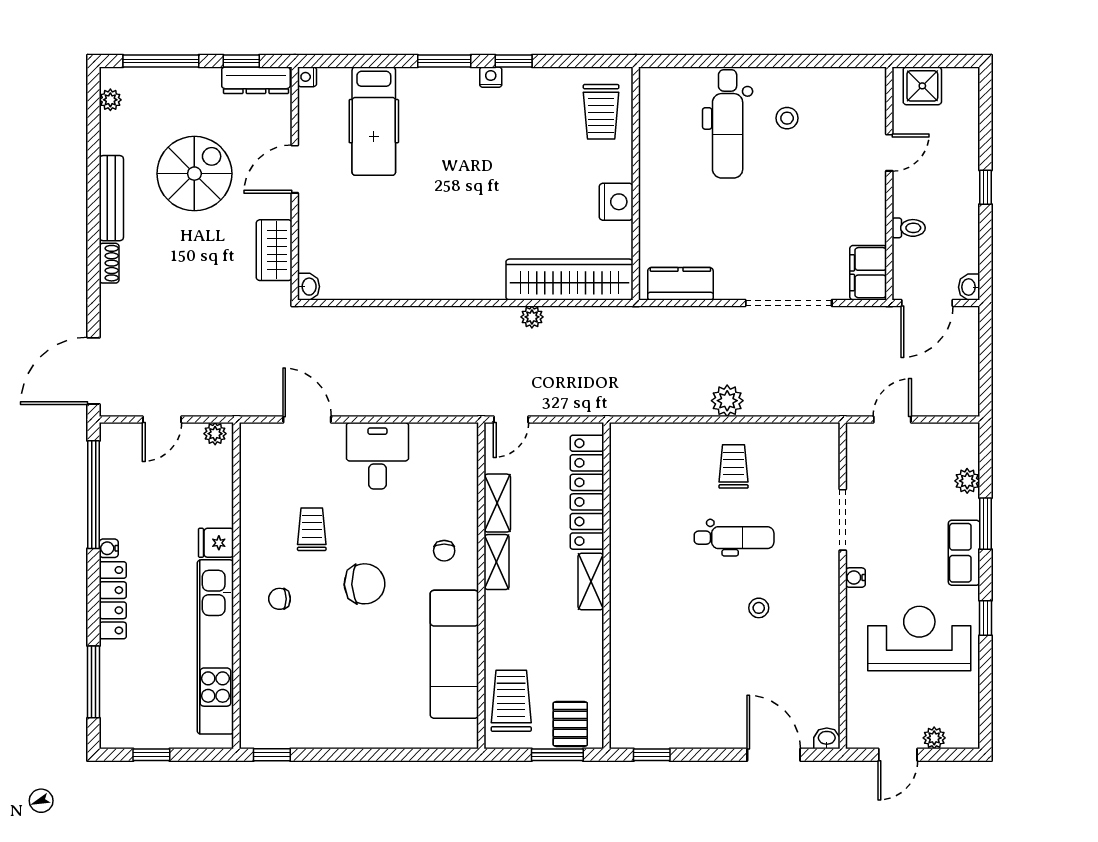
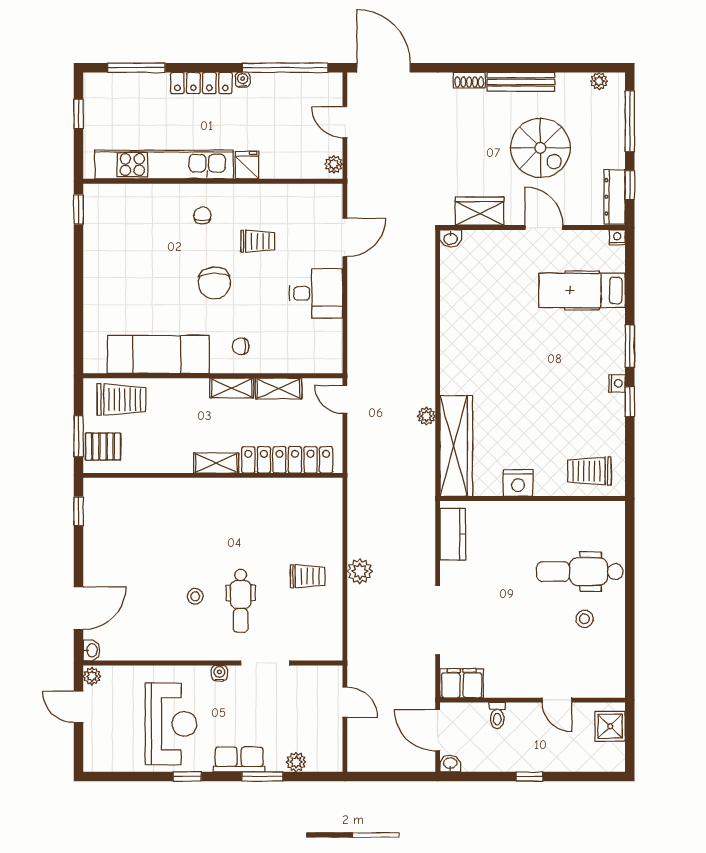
dental chair: (734, 538) -> (241, 601), moved
plant: (934, 738) -> (92, 676), moved

